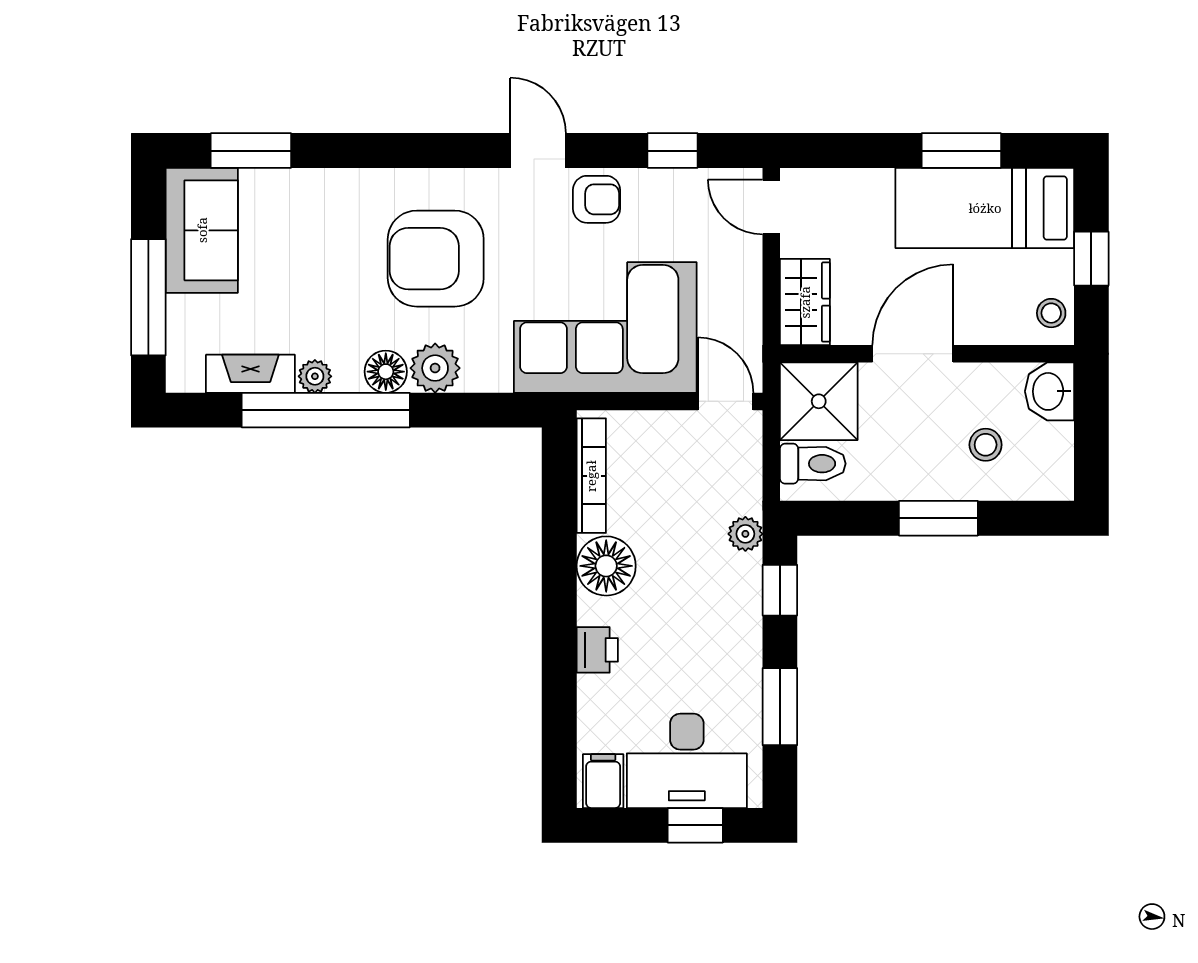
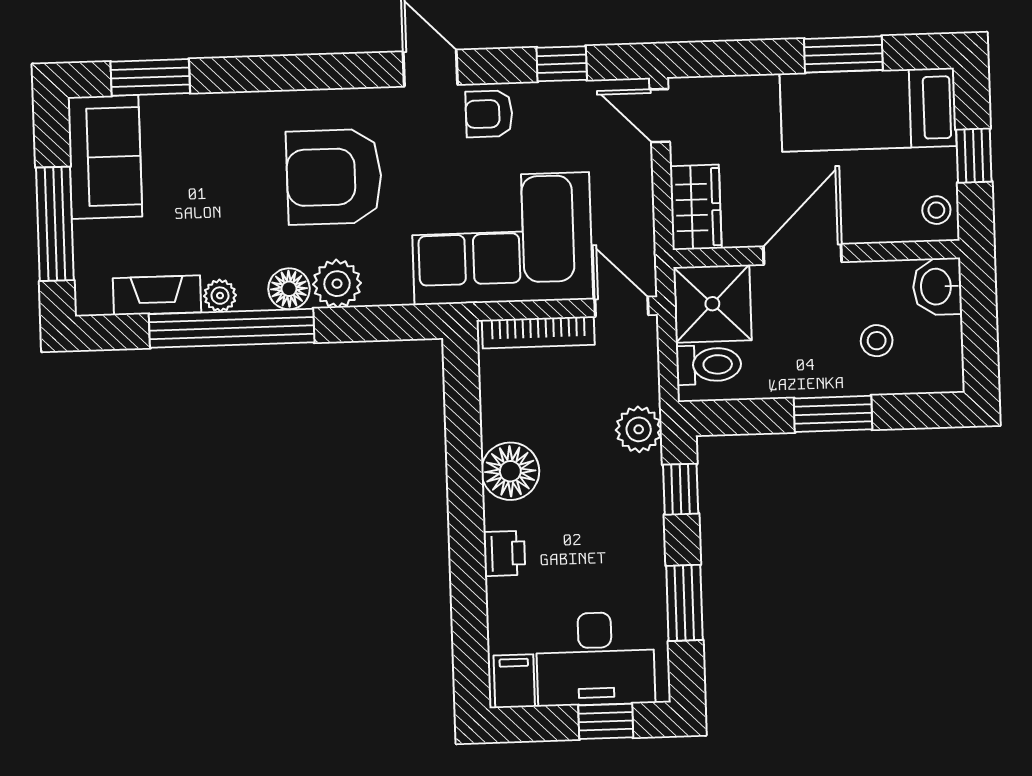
armchair: (596, 199) -> (489, 114), turned 180
bookcase: (591, 476) -> (538, 332), moved, turned 90
plant: (745, 534) -> (639, 429), width x1.38, depth x1.38

